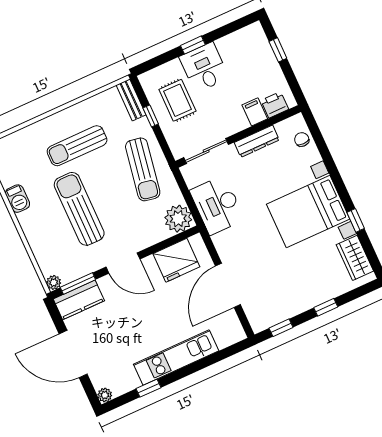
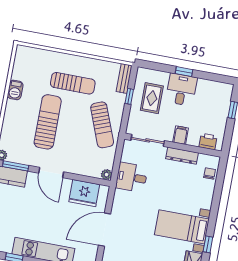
filing cabinet: (255, 112) -> (181, 135), moved
sun lounger: (77, 146) -> (73, 83), turned 180
sun lounger: (143, 169) -> (102, 125), turned -31
desk: (217, 205) -> (132, 177), width x0.73
bed with nightstands: (308, 212) -> (182, 227), width x0.73
plant: (178, 219) -> (107, 175), width x0.53, depth x0.53

